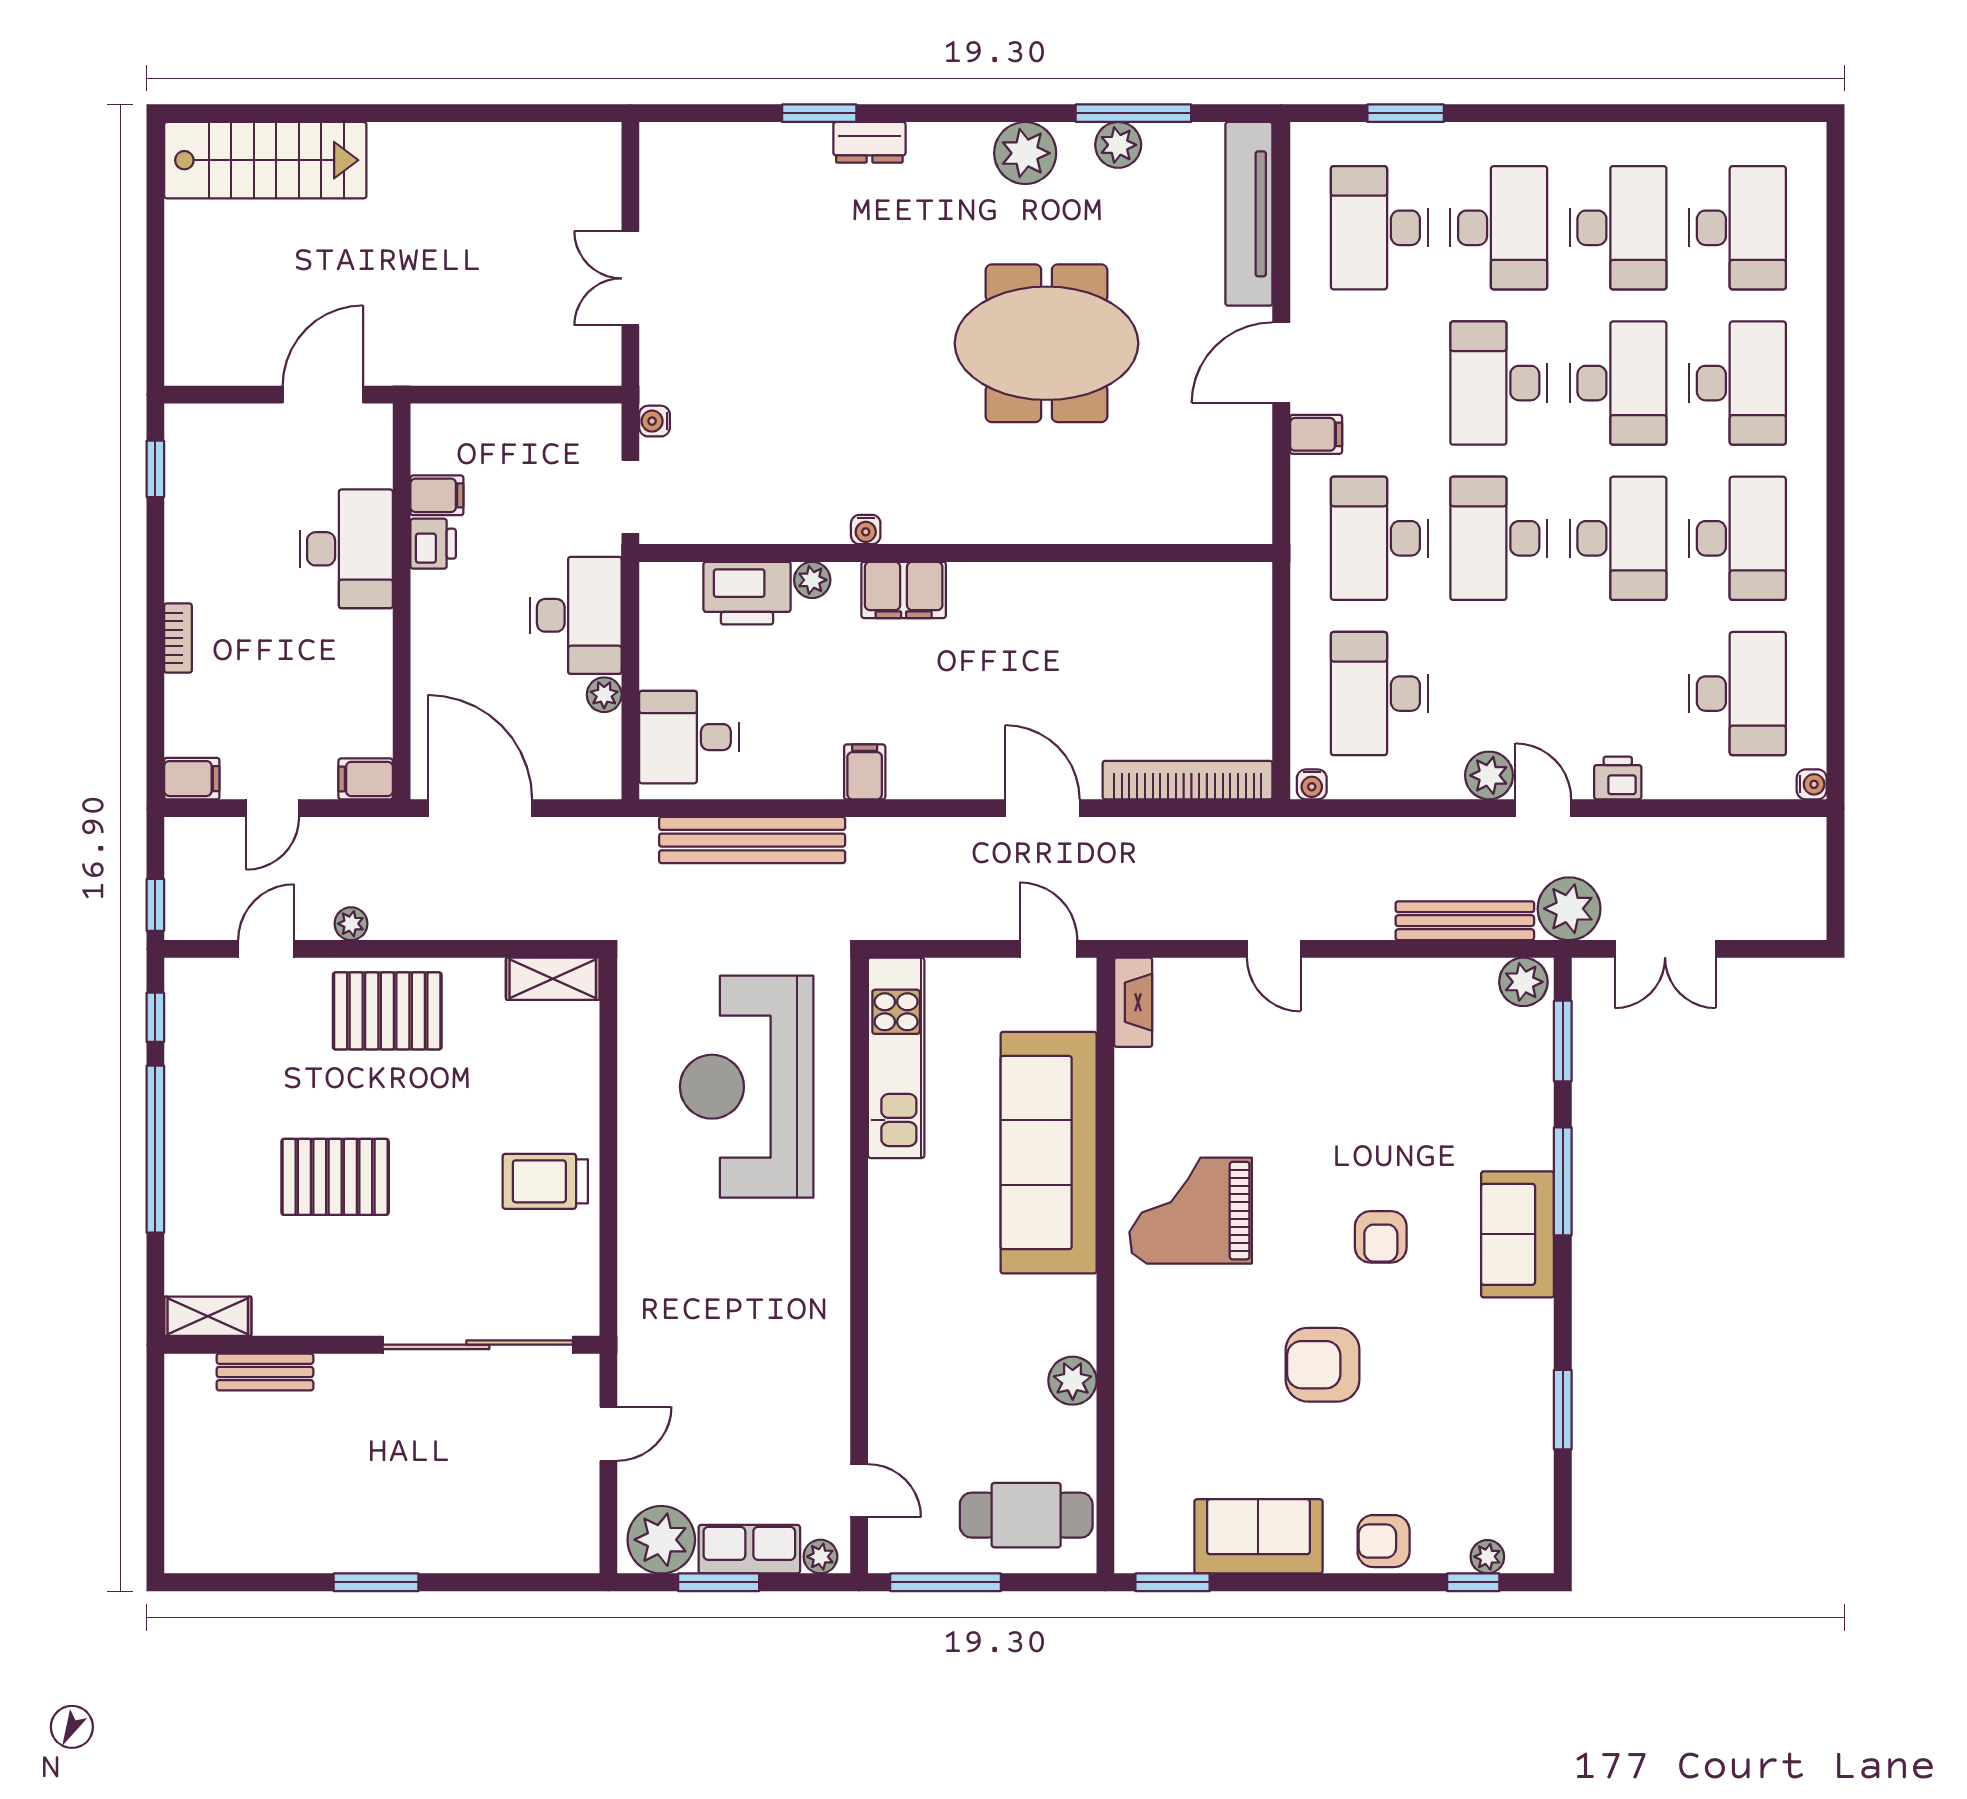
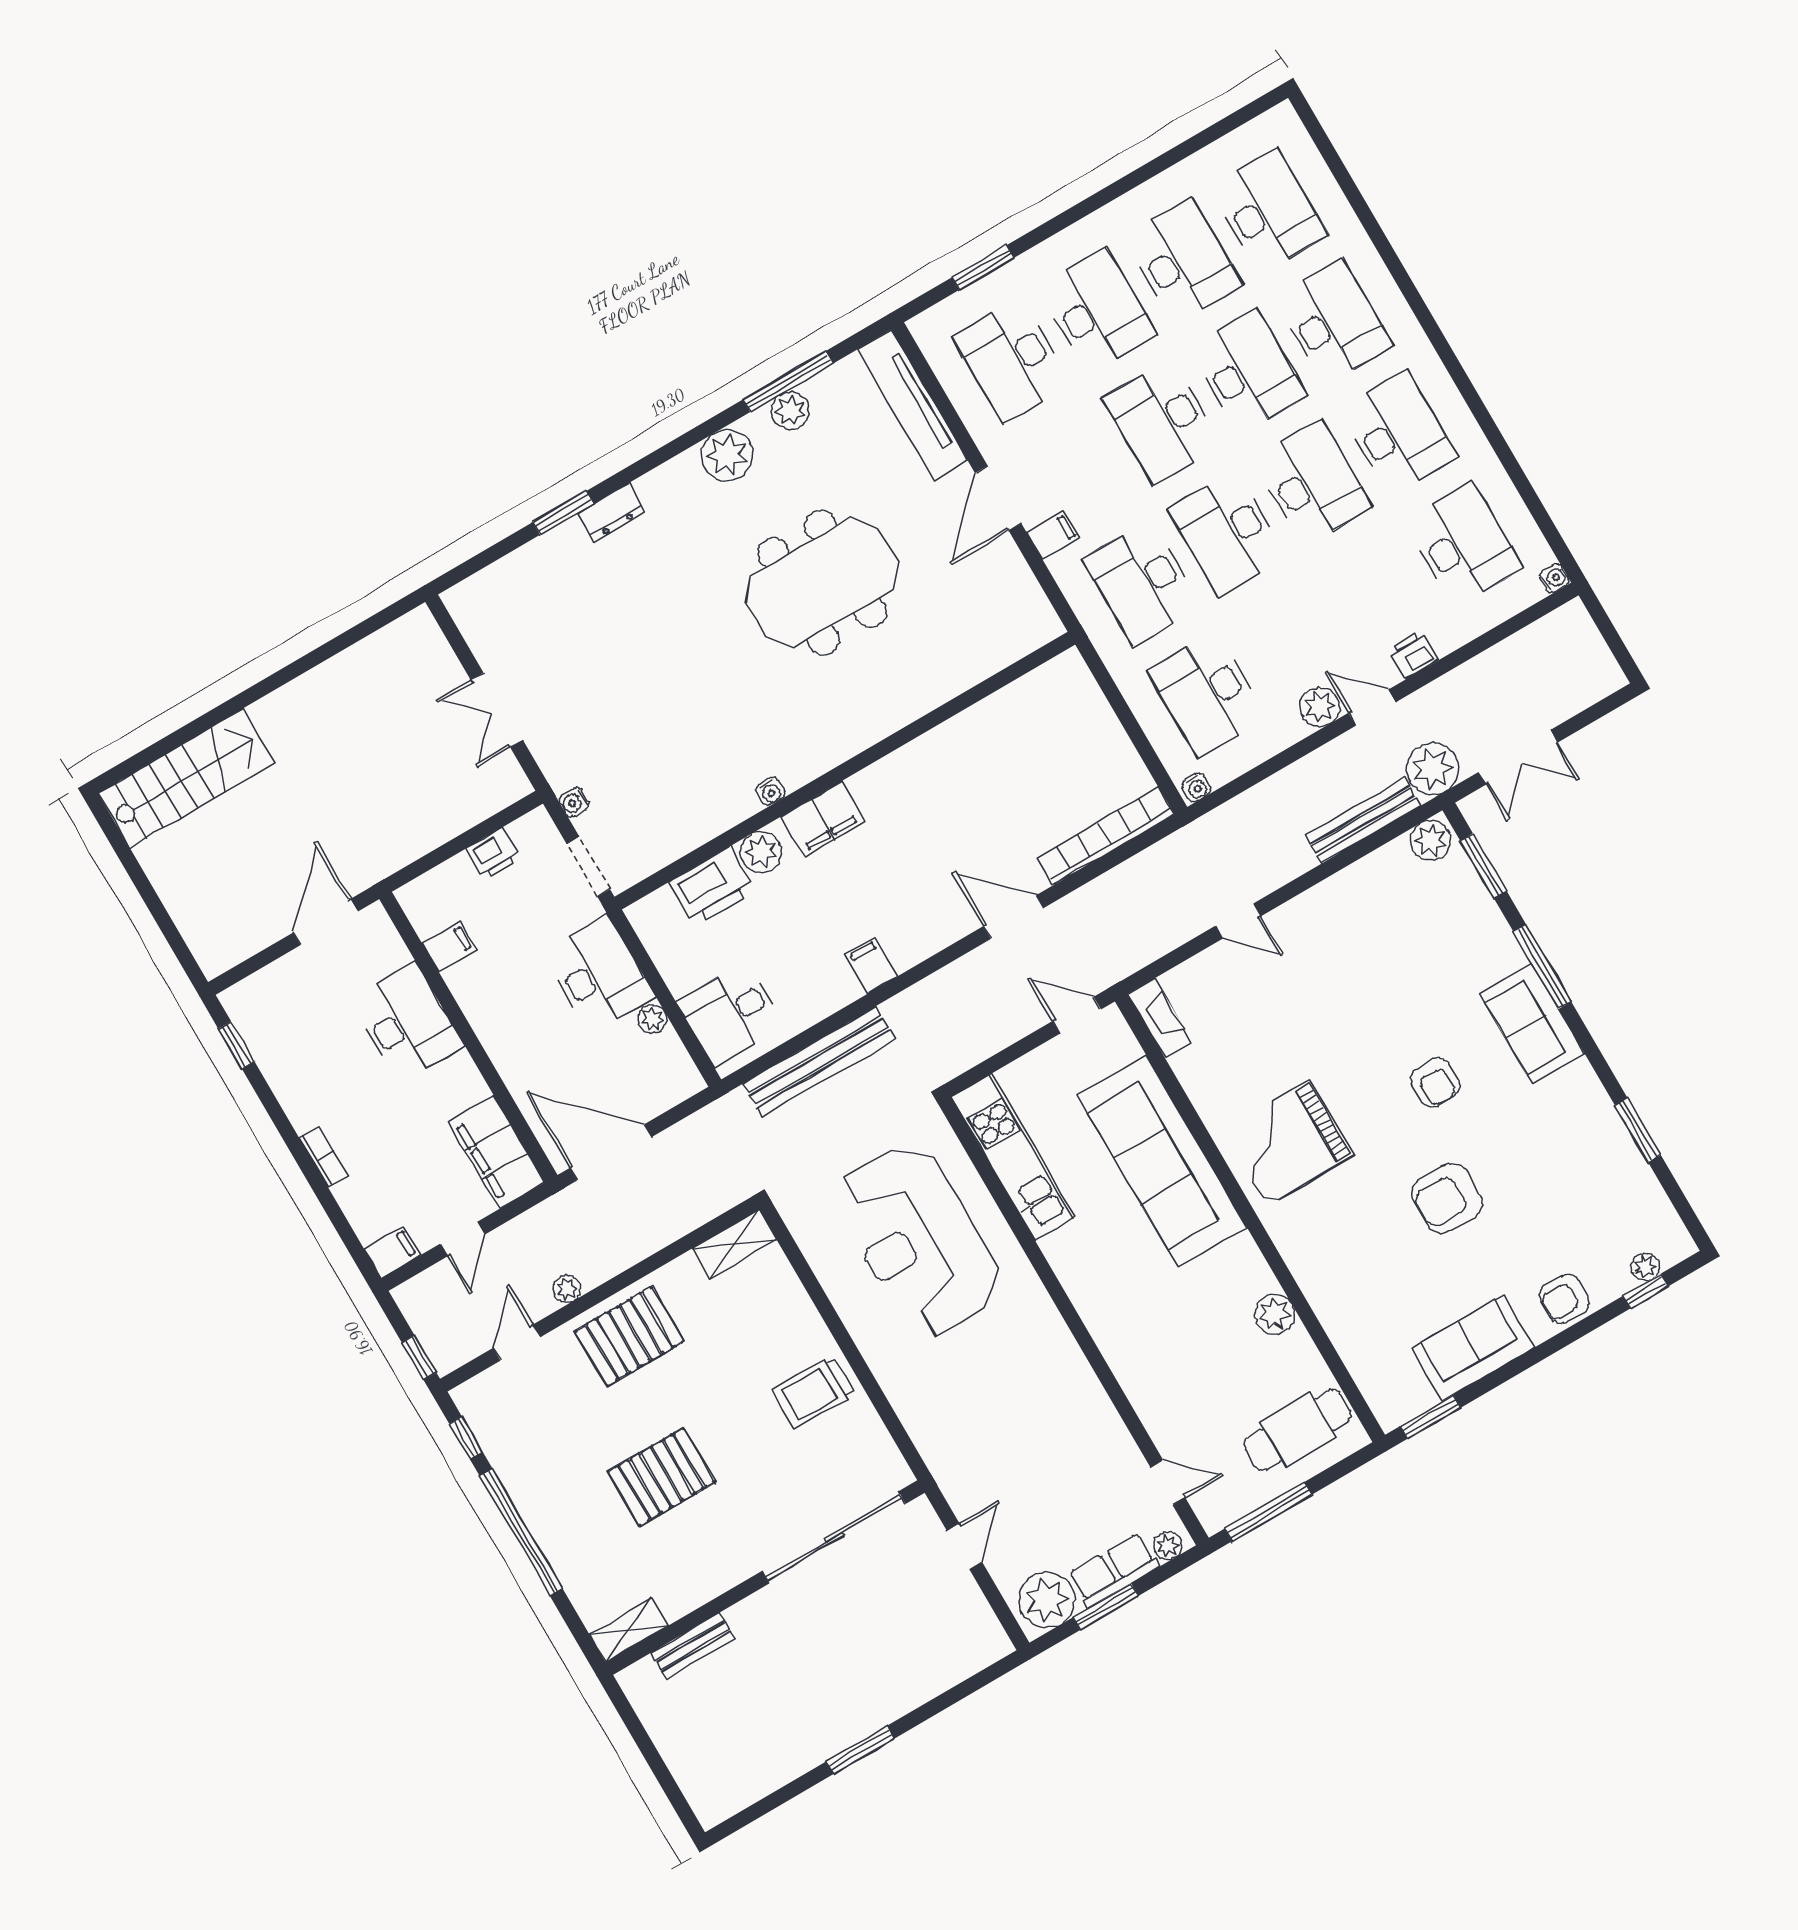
printer: (433, 544) -> (493, 854), moved, turned 90
plant: (812, 580) -> (761, 852), width x1.38, depth x1.38
filing cabinet: (366, 779) -> (496, 1152), width x3.00, depth x1.17

